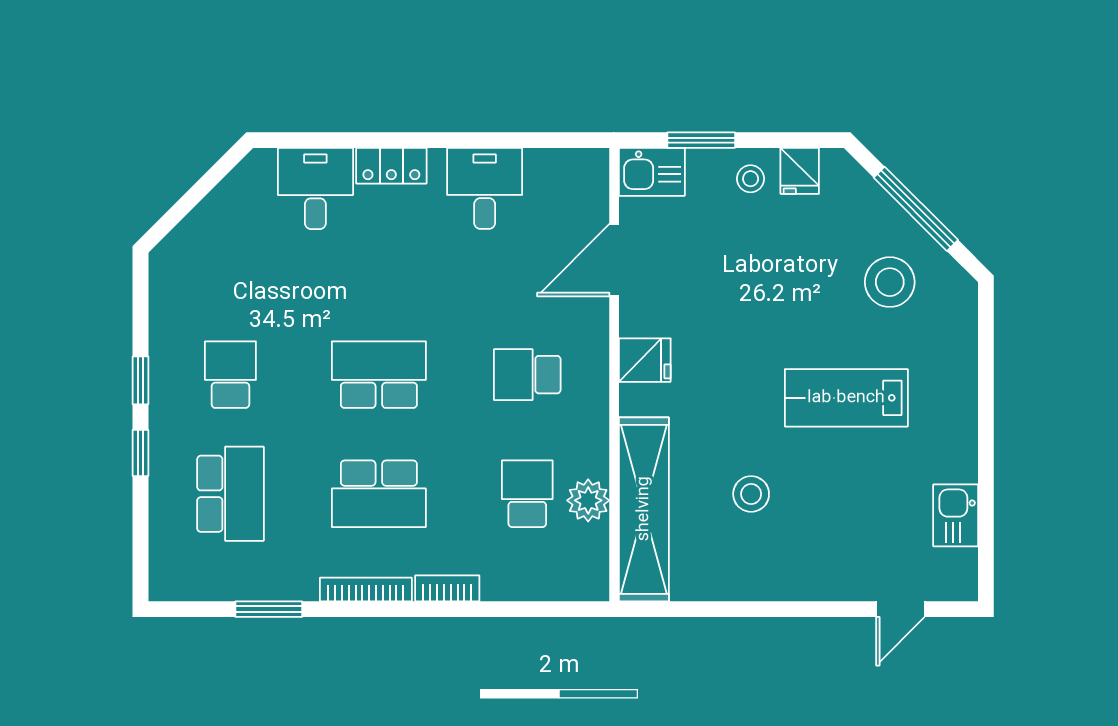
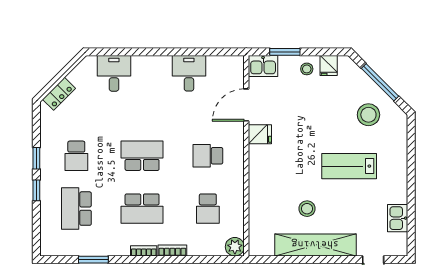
locker: (391, 166) -> (59, 94), moved, turned -45
fridge: (645, 360) -> (260, 134), moved
school desk: (230, 375) -> (76, 156), turned 180
school desk: (230, 494) -> (76, 209), turned 180
school desk: (527, 494) -> (208, 209), turned 180
plant: (588, 500) -> (235, 247), moved
shelving: (644, 509) -> (315, 245), moved, turned 90
bookcase: (366, 589) -> (144, 251), width x0.64

